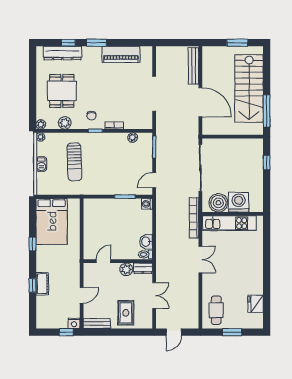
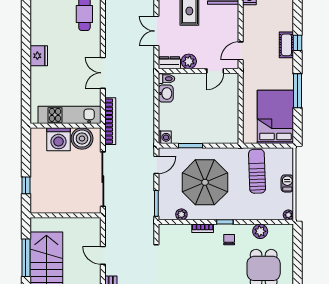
door: (200, 102) -> (103, 255), width x0.53
window: (267, 111) -> (26, 258), moved
plant: (41, 124) -> (288, 230), removed
sun lounger: (74, 162) -> (257, 171), moved
parasol: (112, 165) -> (205, 182), added
window: (33, 244) -> (297, 91), width x2.17
door: (82, 295) -> (241, 51), moved
fridge: (256, 304) -> (39, 56), moved

